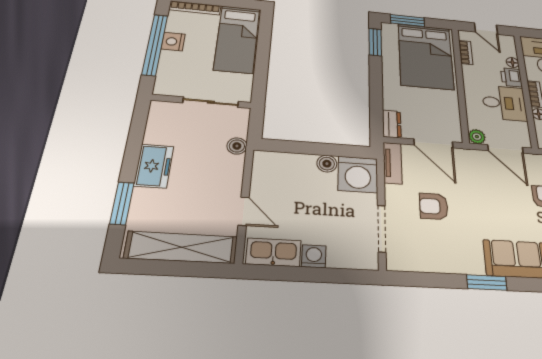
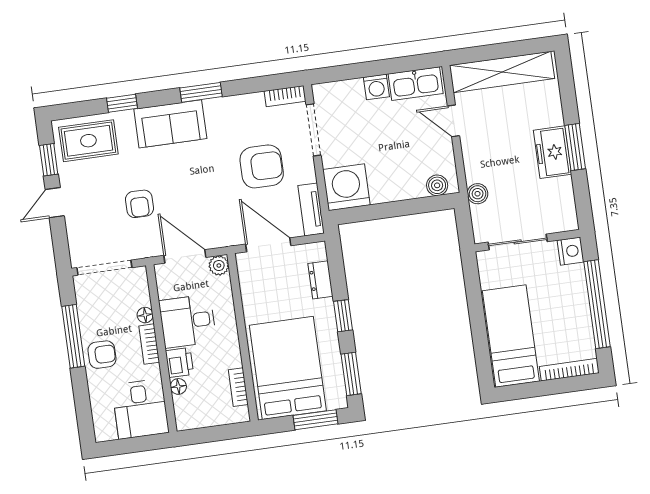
door: (486, 29) -> (214, 434), removed
nightstand: (173, 42) -> (571, 251), moved
window: (376, 81) -> (343, 316), added
dresser: (392, 124) -> (320, 280), moved
boiler: (327, 164) -> (437, 185), moved
window: (122, 203) -> (575, 147), moved
armchair: (434, 206) -> (262, 166), width x1.38, depth x1.38
bookcase: (406, 264) -> (285, 96), added

